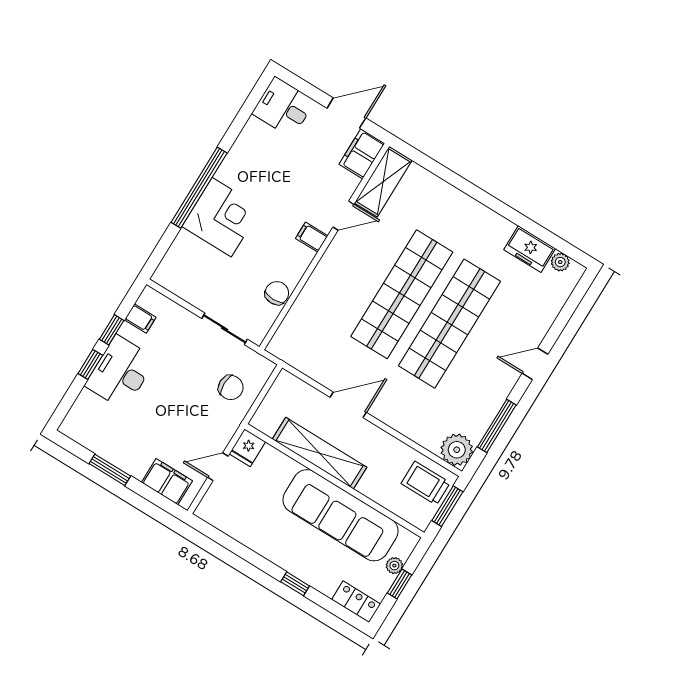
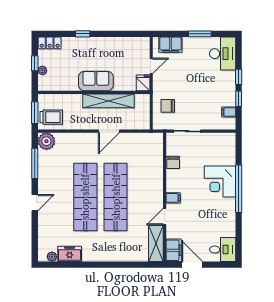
door: (346, 113) -> (192, 265), swing flipped
desk: (120, 372) -> (223, 54), moved
sofa: (341, 515) -> (96, 81), width x0.54, depth x0.79

